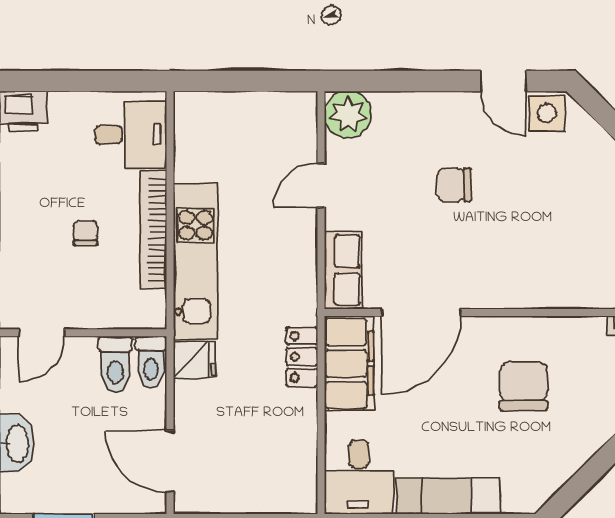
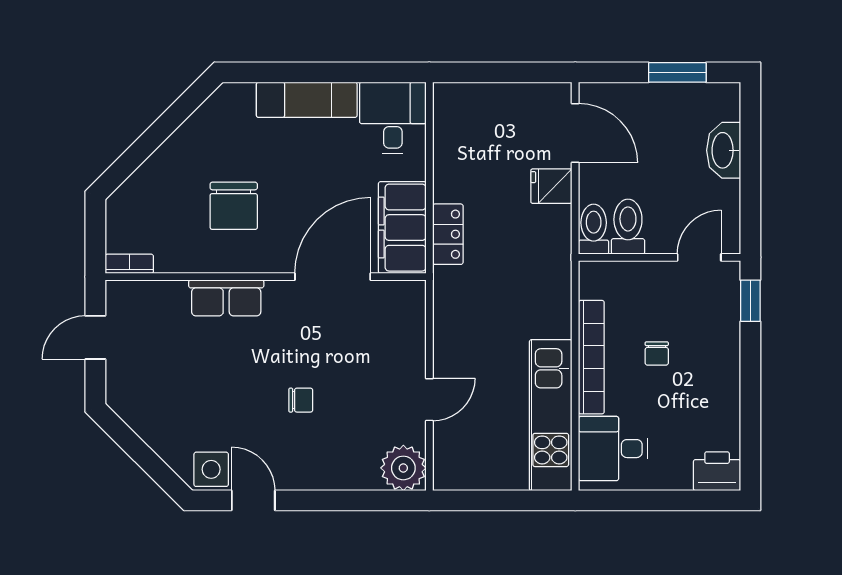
chair: (454, 185) -> (301, 400), width x0.73, depth x0.73
kitchen unit: (195, 261) -> (551, 415), moved
row of seats: (343, 270) -> (226, 298), moved, turned -90
fridge: (195, 360) -> (551, 186), moved

